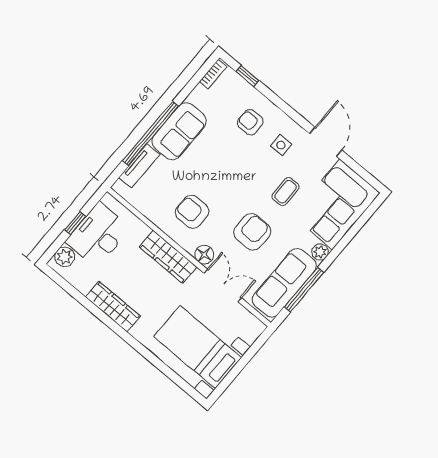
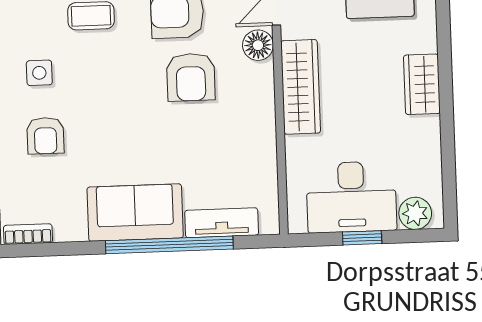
armchair: (192, 212) -> (191, 77), moved
wardrobe: (113, 307) -> (422, 84), width x0.67

